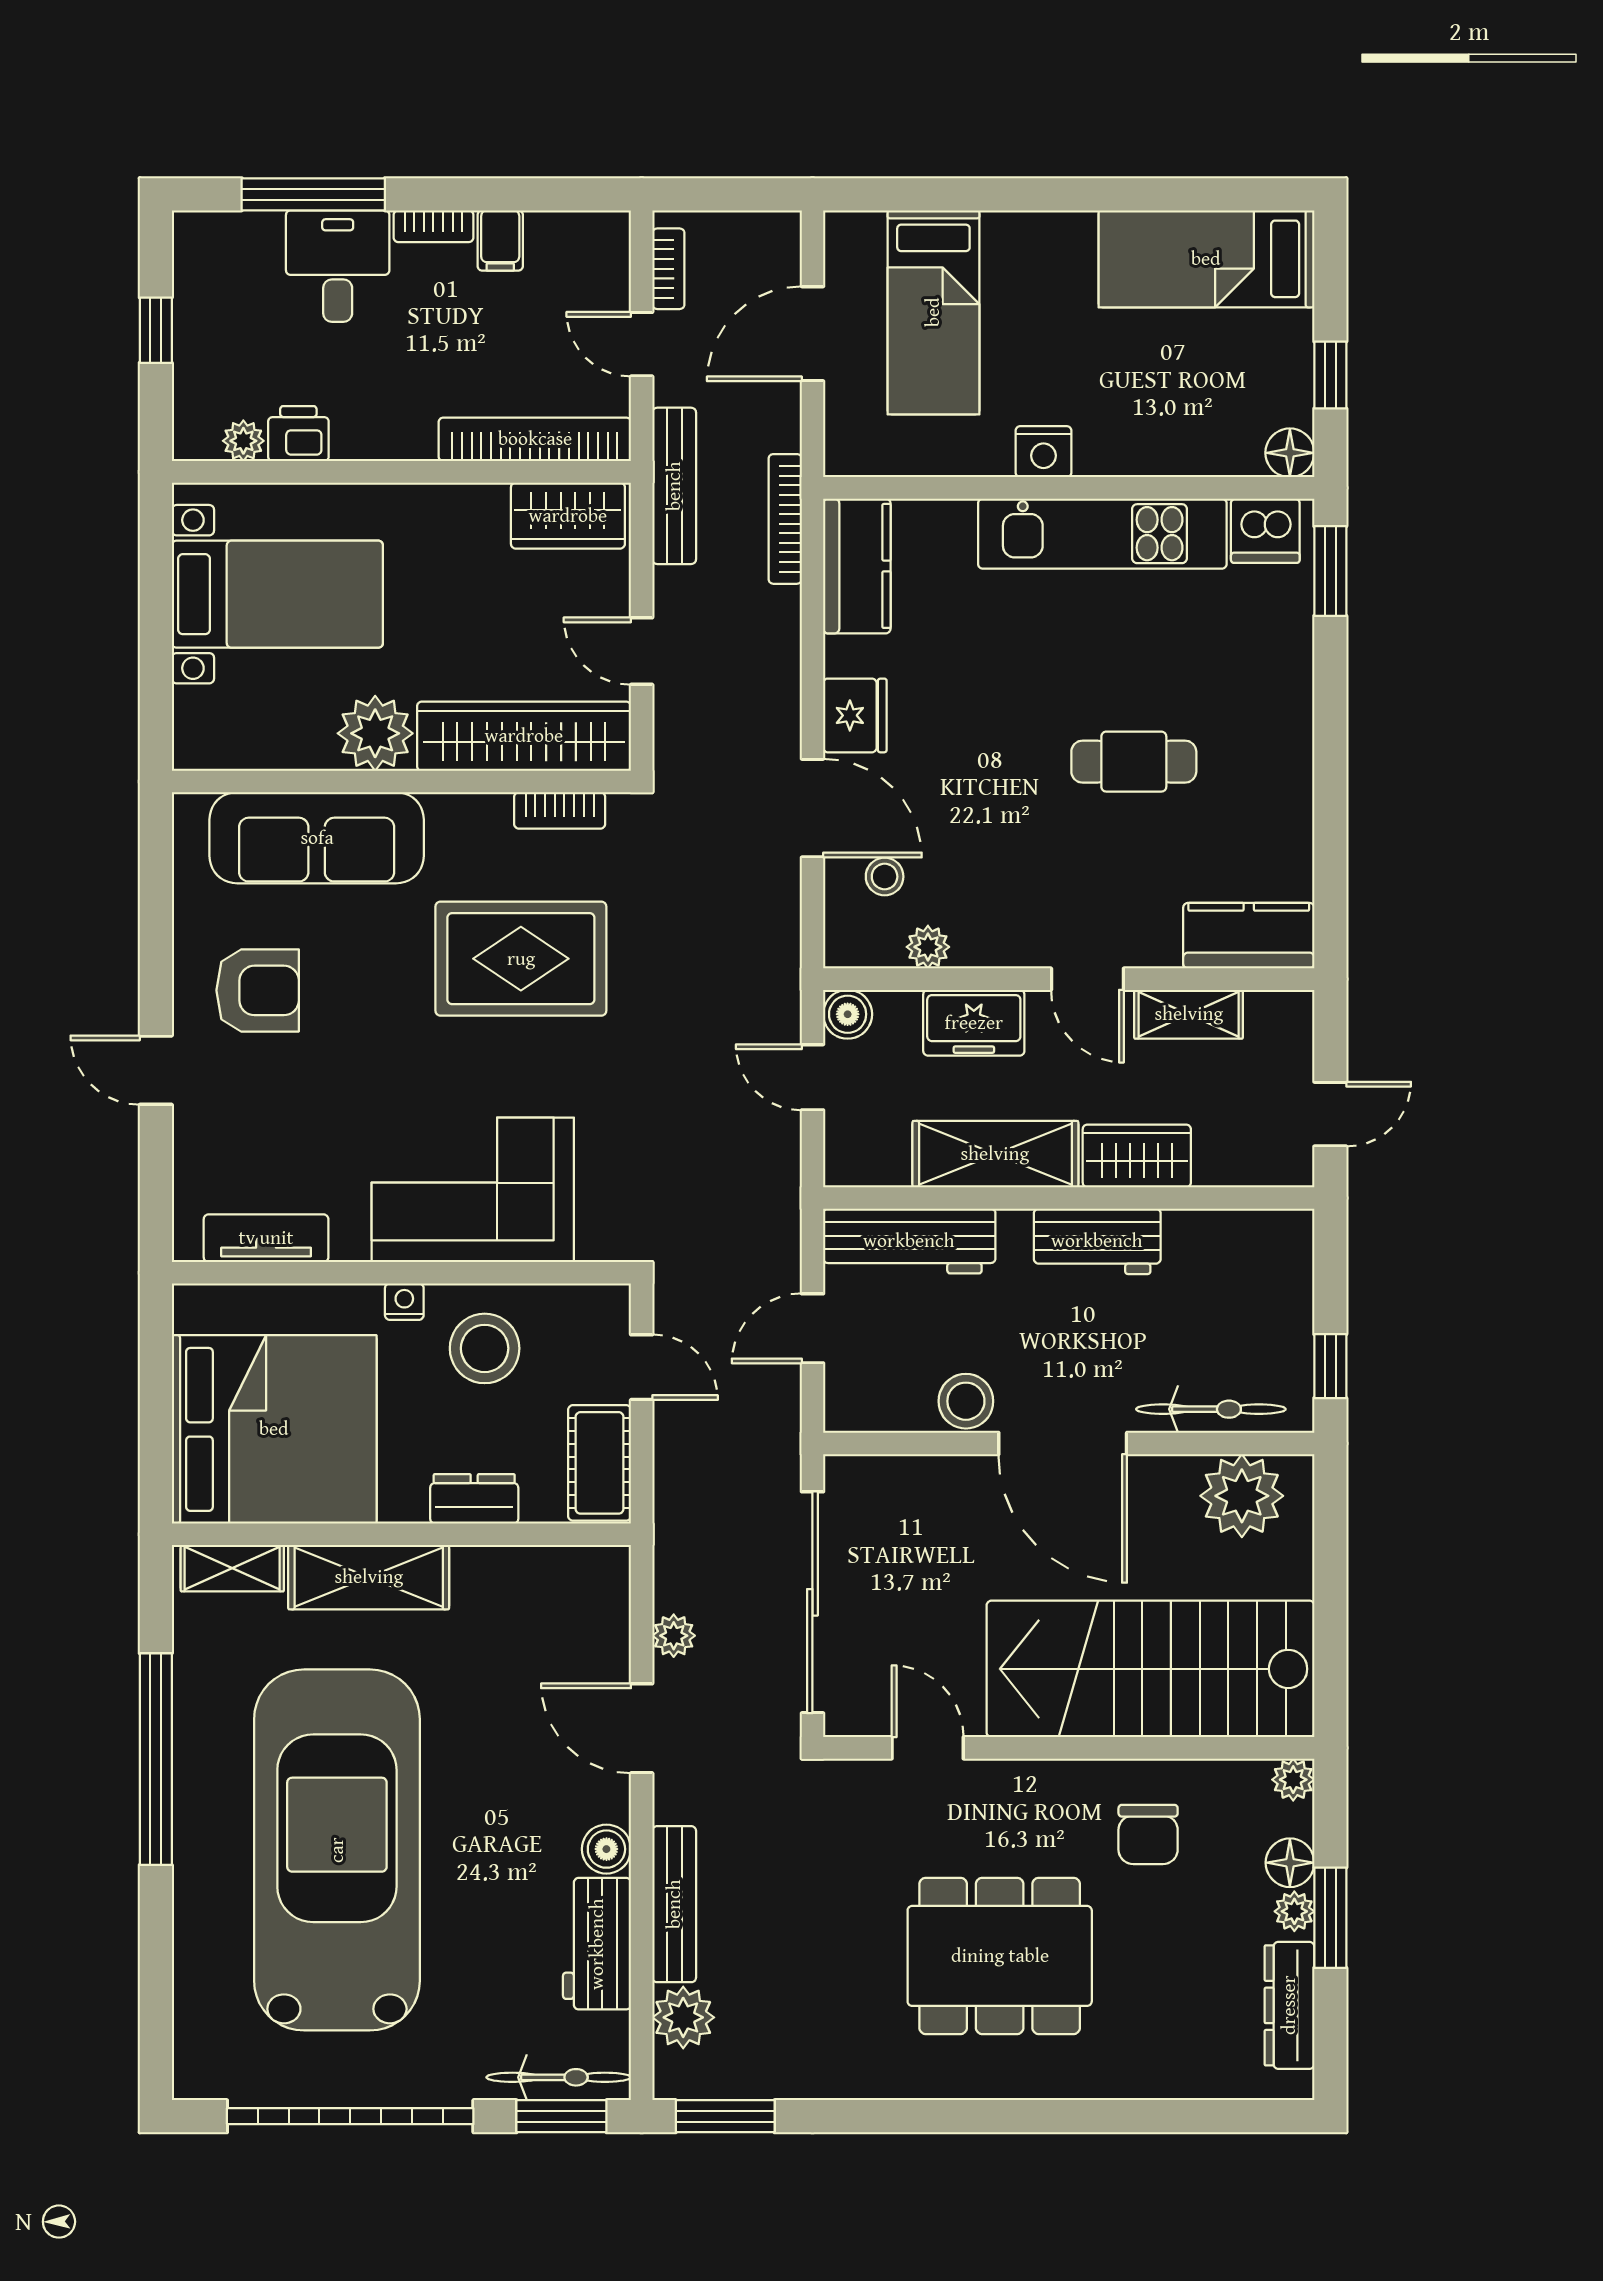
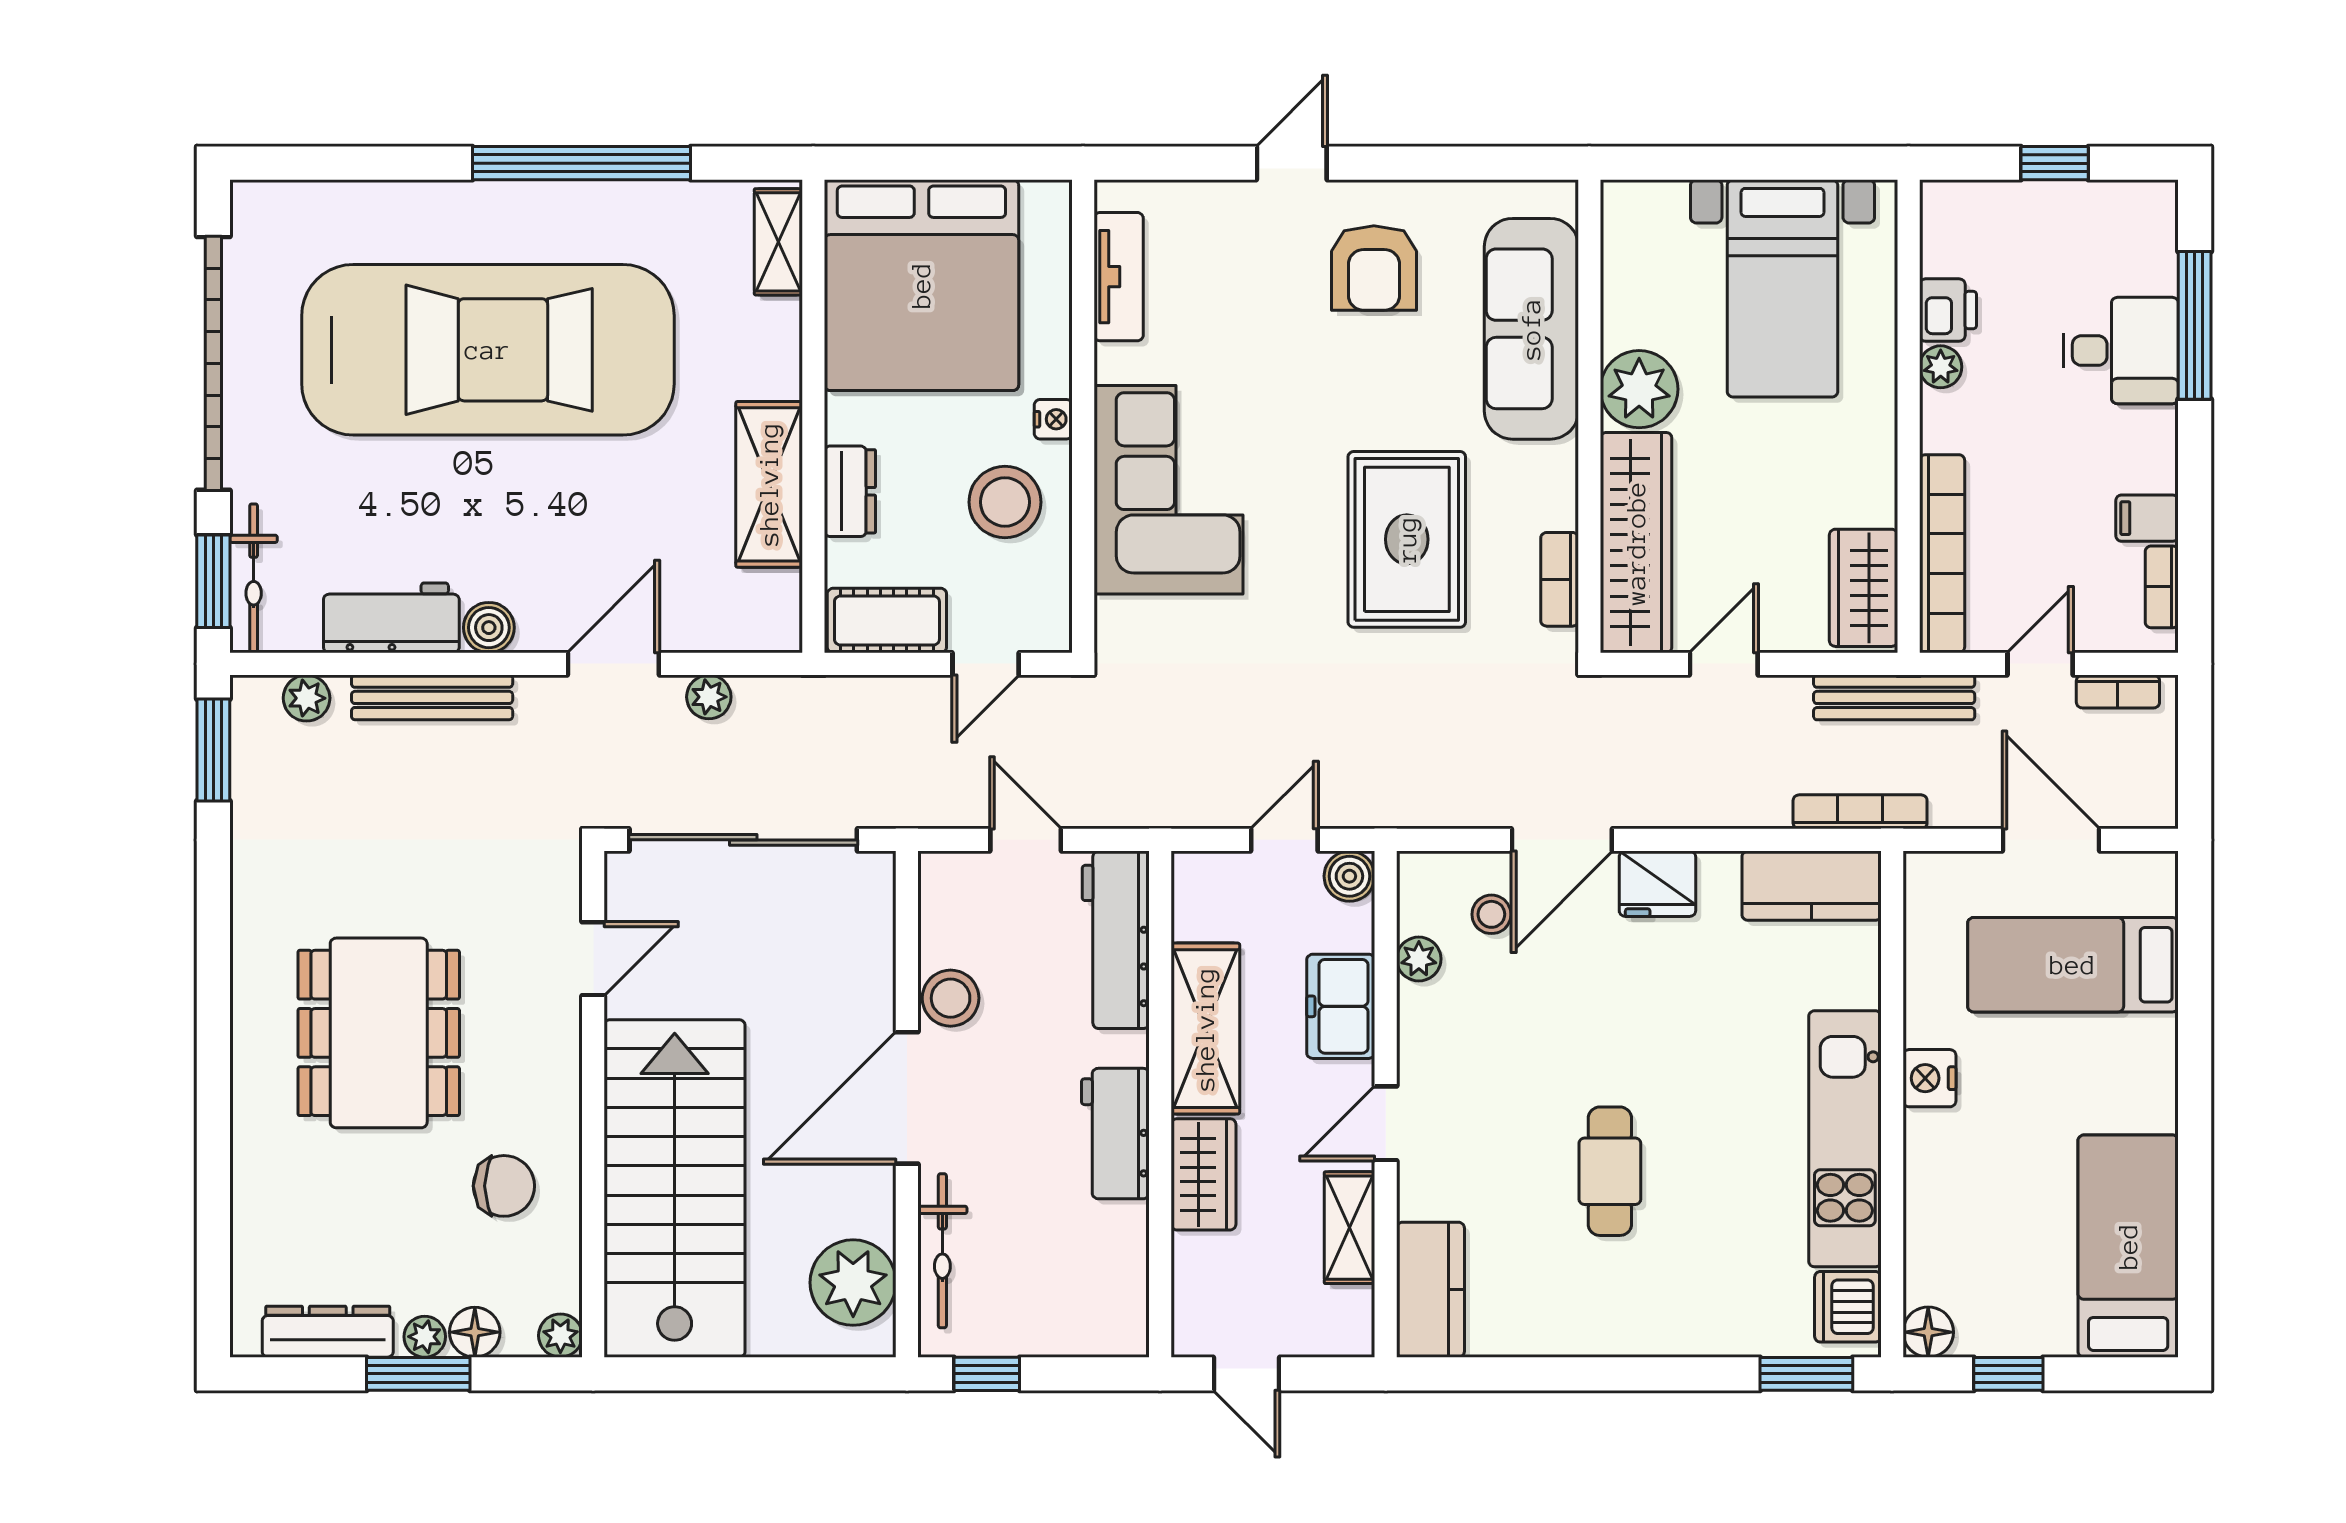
bookcase: (433, 226) -> (2162, 587), moved
plant: (243, 441) -> (1941, 367), moved
shelving: (369, 1577) -> (769, 484), moved
chair: (1148, 1834) -> (504, 1186), turned 180
plant: (683, 2017) -> (307, 698), width x0.73, depth x0.73

